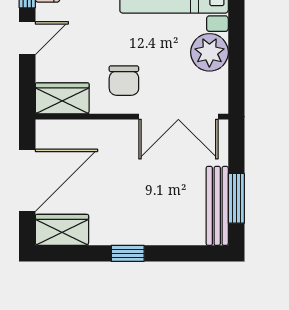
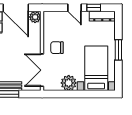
wardrobe: (62, 98) -> (50, 22), removed
plant: (50, 134) -> (35, 17), added

